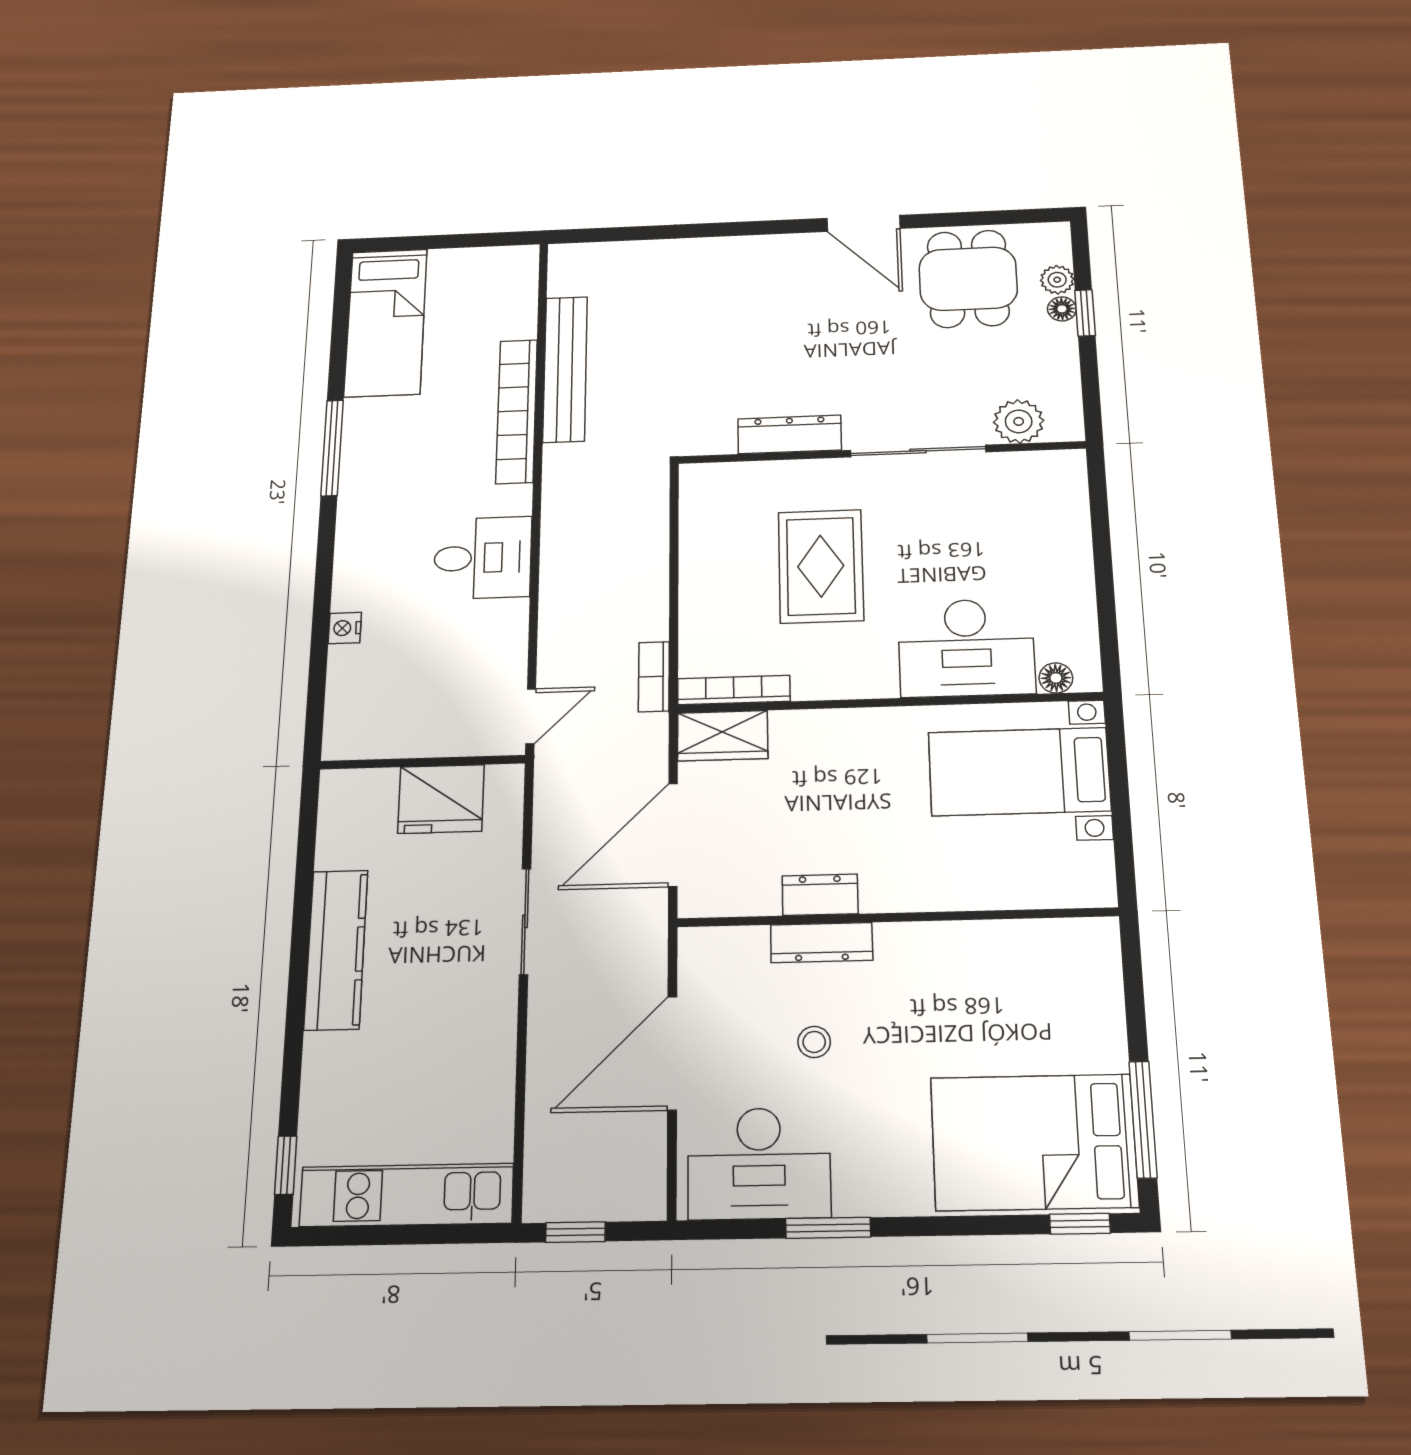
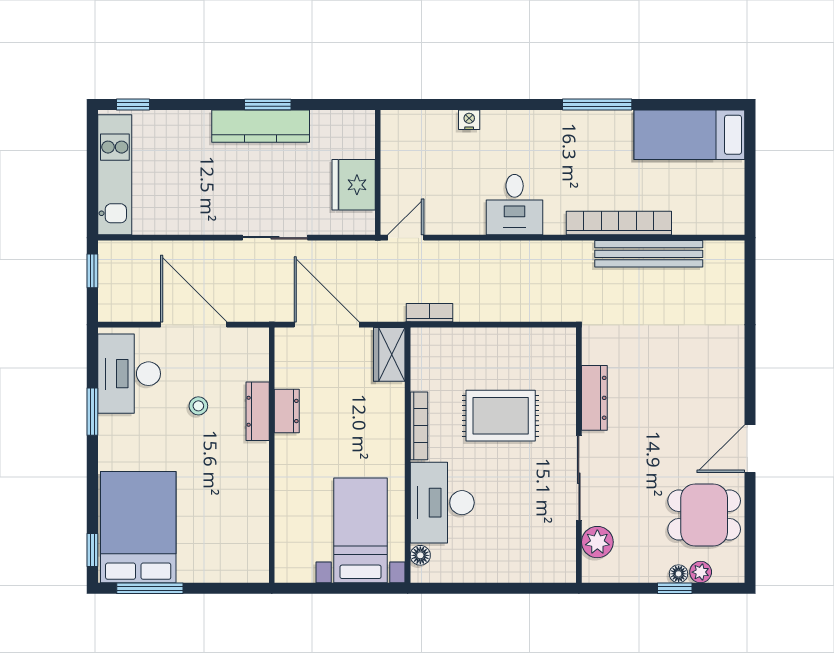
bookcase: (734, 690) -> (419, 426), moved
door: (531, 716) -> (406, 238), swing flipped
window: (300, 939) -> (268, 105), added

